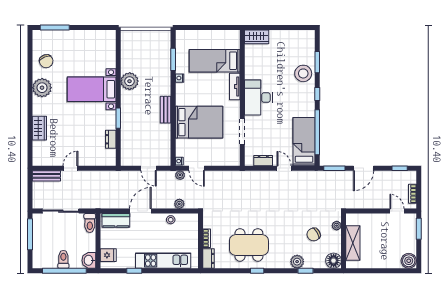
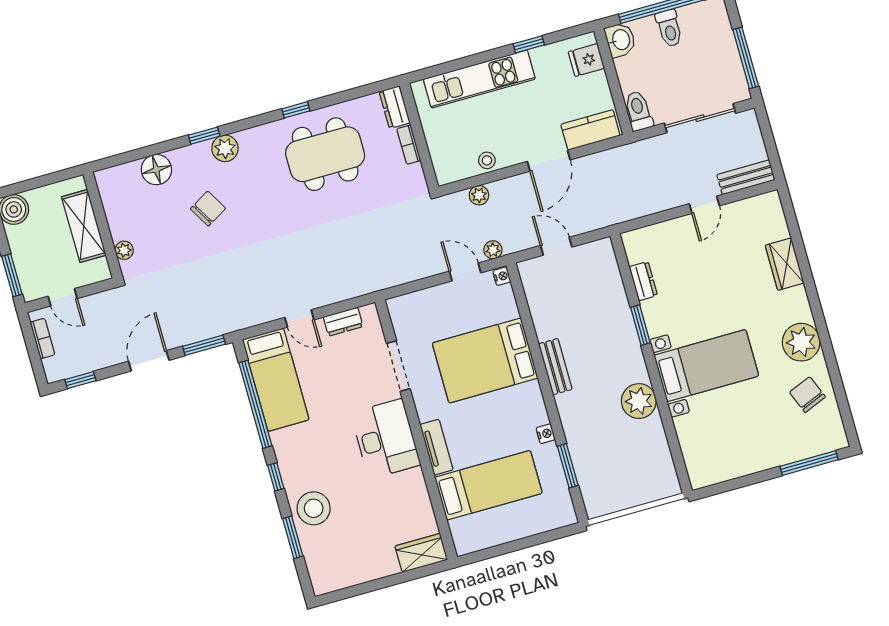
plant: (337, 226) -> (124, 250), moved
wall: (344, 241) -> (103, 225), moved
shelving: (353, 243) -> (84, 226), moved

